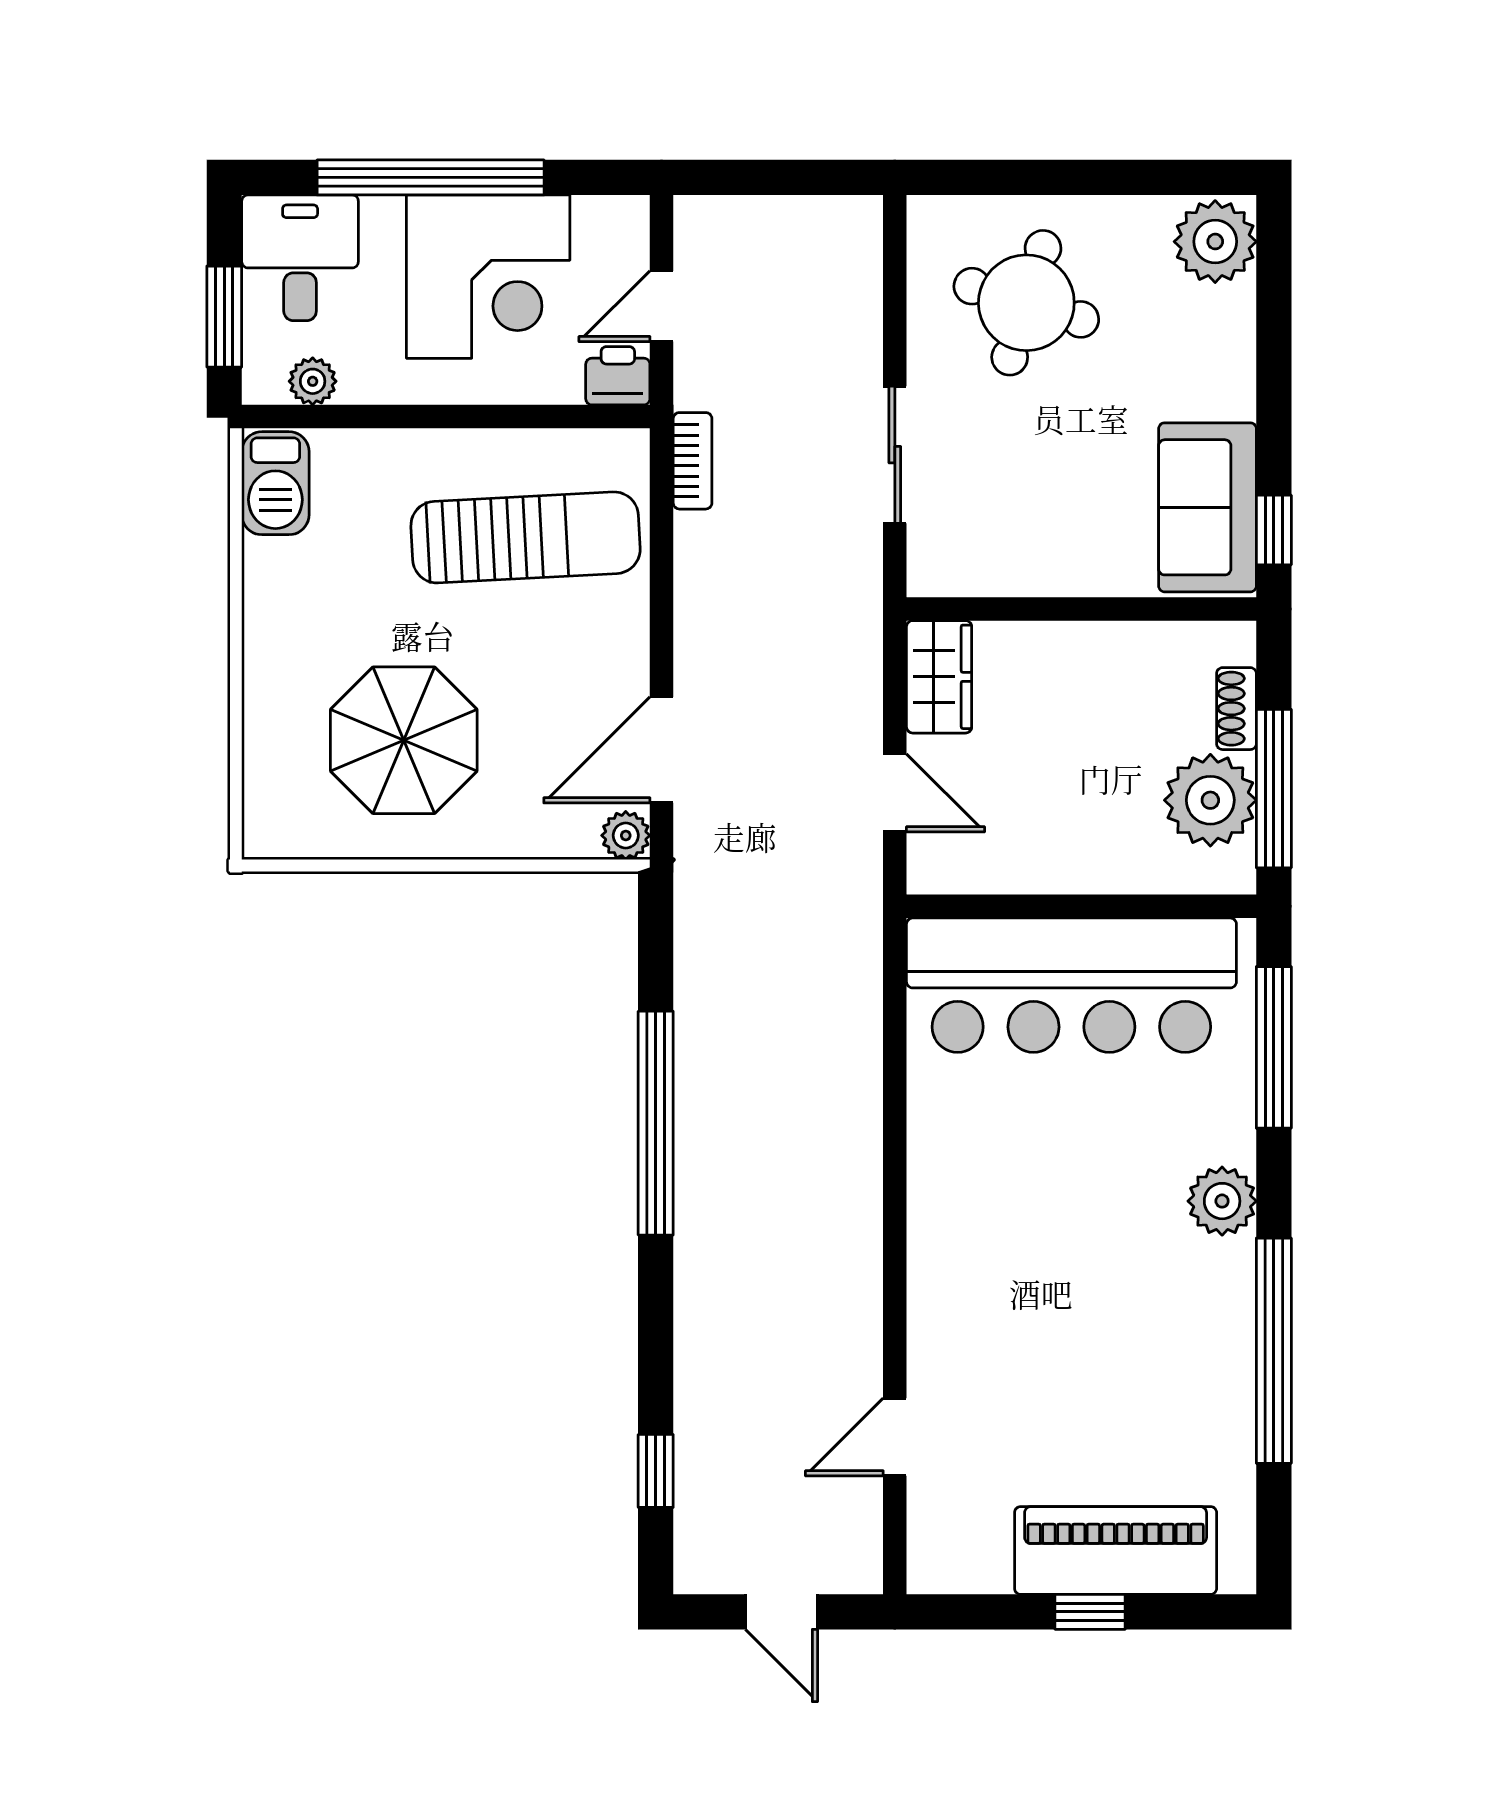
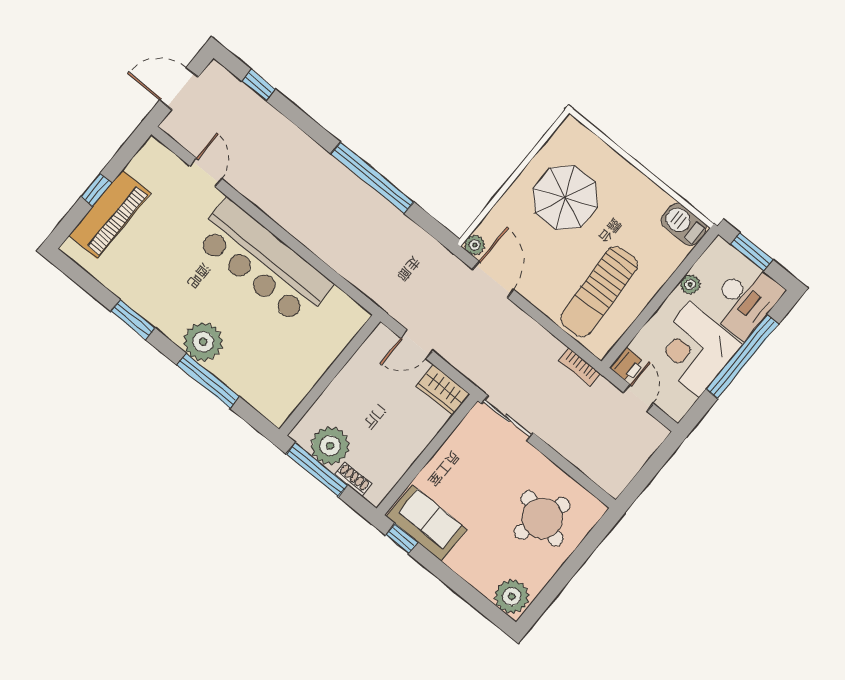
desk: (300, 258) -> (745, 300), width x1.37
plant: (313, 381) -> (690, 284), moved
sliding door: (895, 455) -> (507, 418), moved
bar counter: (1071, 985) -> (263, 262), moved, turned -90
window: (1274, 1047) -> (208, 381), moved
plant: (1222, 1201) -> (203, 342), width x1.36, depth x1.36
window: (1274, 1351) -> (133, 320), width x0.47
door: (781, 1612) -> (179, 89), width x1.37

